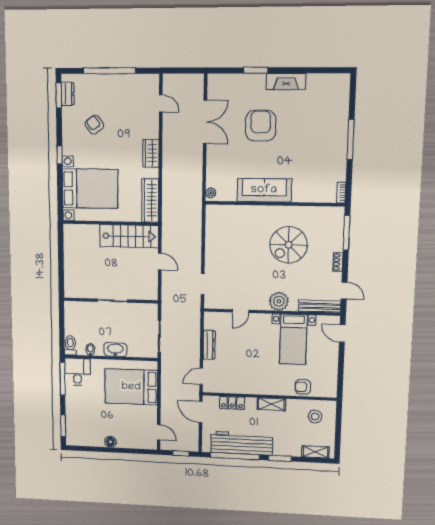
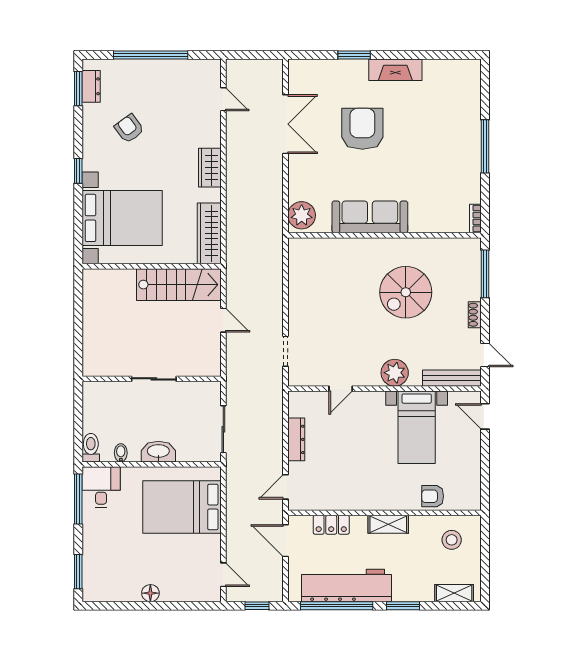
plant: (211, 193) -> (302, 215), width x1.87, depth x1.87

